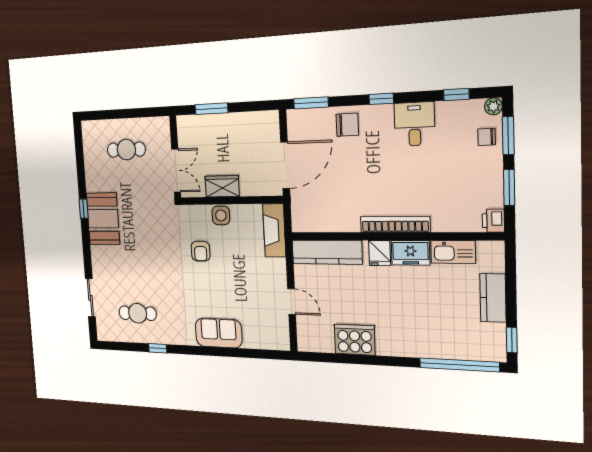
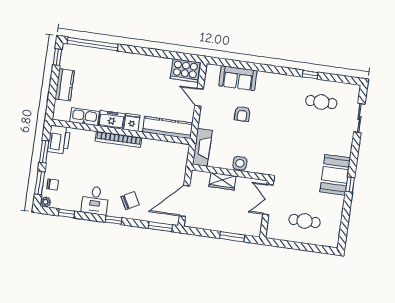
chair: (347, 125) -> (130, 201), moved, turned 151
door: (285, 165) -> (185, 201), moved
wardrobe: (222, 186) -> (223, 181), moved
printer: (493, 221) -> (59, 140), width x1.87, depth x1.48
armchair: (201, 251) -> (242, 114), moved, turned 180
sofa: (219, 333) -> (238, 78), moved
cooker: (355, 340) -> (185, 71), moved

